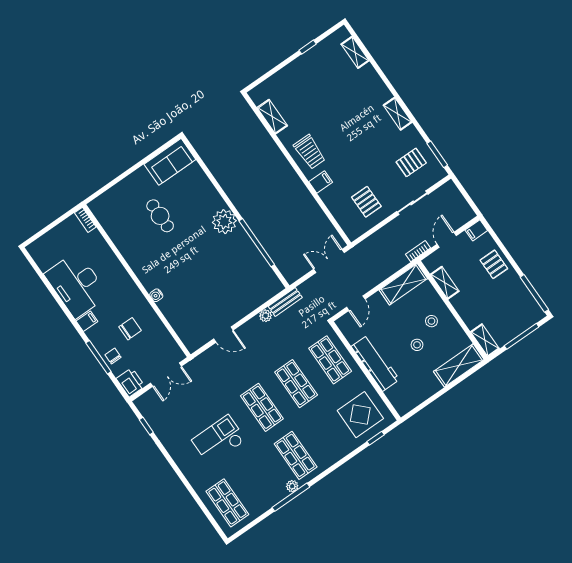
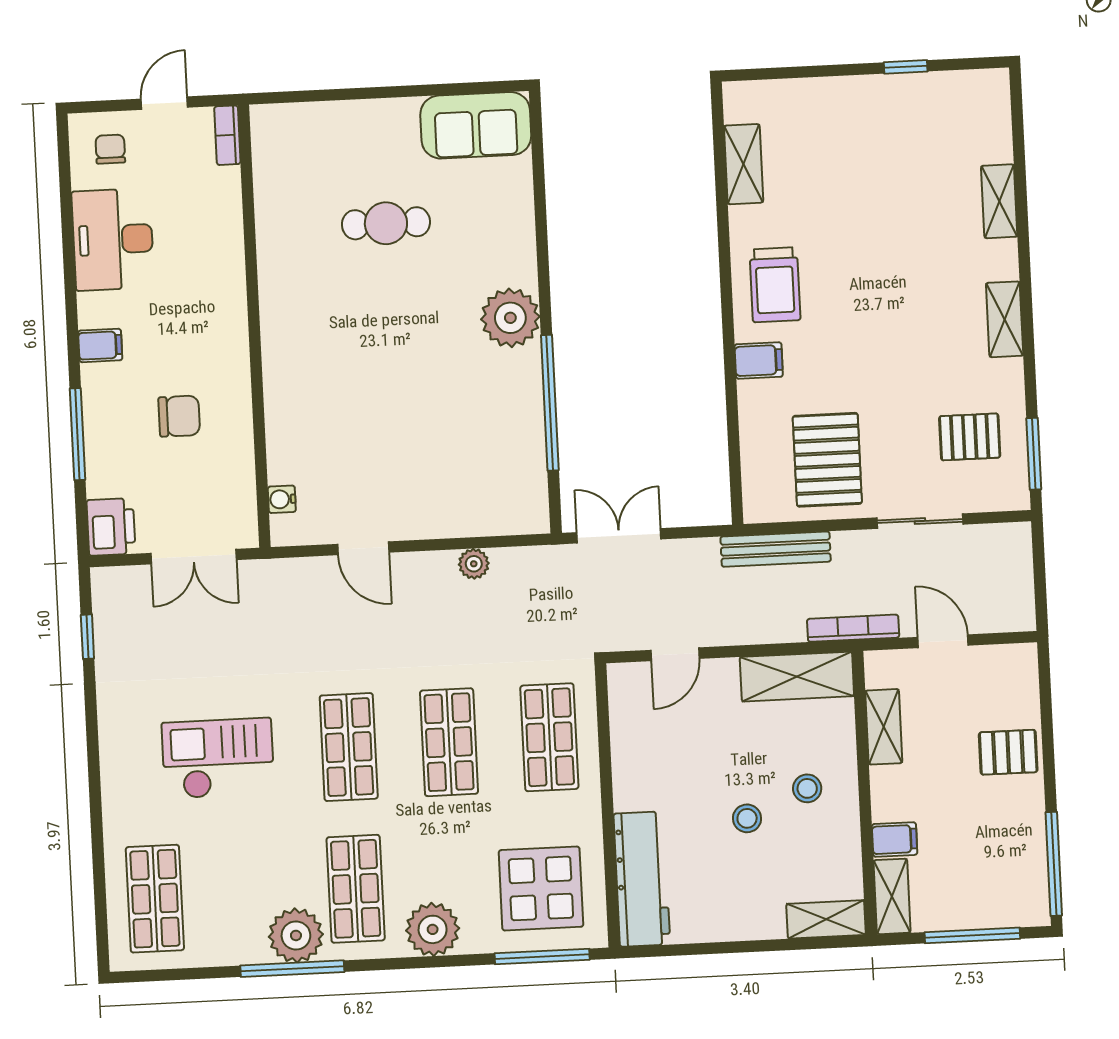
shelving: (355, 52) -> (999, 201), moved
pallet: (366, 202) -> (827, 460), width x1.50, depth x1.42
cafe table: (160, 216) -> (386, 223), turned 90
door: (56, 222) -> (164, 103), added
filing cabinet: (476, 230) -> (895, 839), moved, turned 180
door: (447, 240) -> (943, 641), hinge flipped
bookcase: (418, 251) -> (853, 628), width x1.56
double door: (329, 261) -> (619, 536), moved
pallet: (494, 264) -> (1008, 752), turned 90
desk: (76, 285) -> (113, 239), width x0.73, depth x0.77
water cooler: (156, 295) -> (282, 499), moved
bench: (285, 302) -> (776, 549), moved, width x1.36
chair: (113, 356) -> (110, 149), moved
workbench: (375, 363) -> (642, 879), moved
shelving: (459, 365) -> (826, 919), width x0.67, depth x0.75
window: (376, 438) -> (542, 956), width x2.17
plant: (331, 453) -> (433, 929), added
plant: (292, 486) -> (296, 935), width x1.88, depth x1.88

